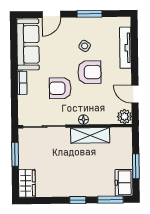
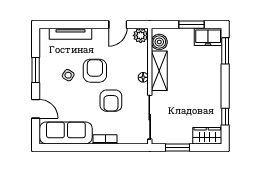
boiler: (118, 135) -> (159, 42), added
window: (78, 200) -> (225, 117), moved

